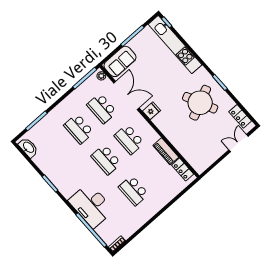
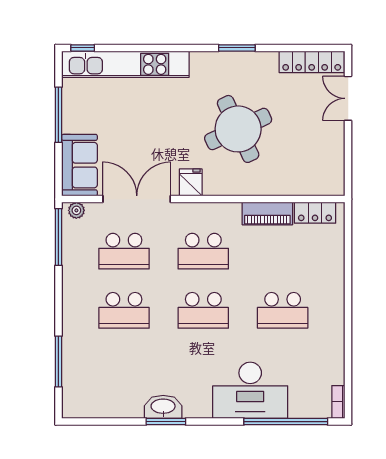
round table: (200, 103) -> (238, 129), moved
locker: (240, 116) -> (312, 62), width x1.53
washbasin: (28, 148) -> (163, 407), moved

